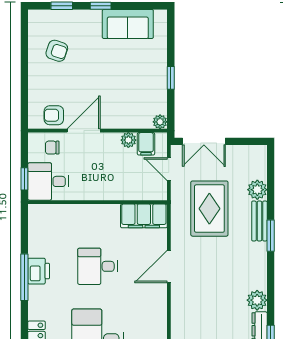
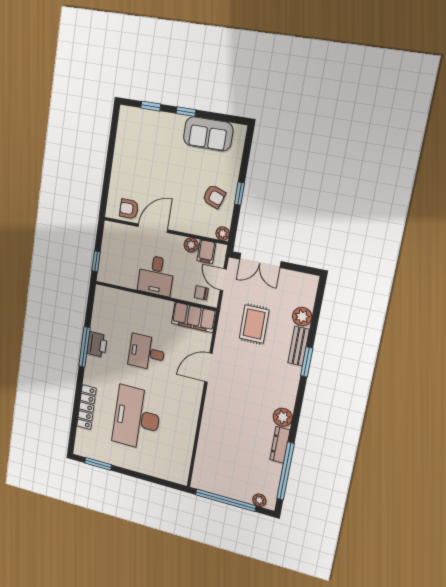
armchair: (57, 51) -> (214, 197), moved
chair: (52, 148) -> (201, 293), moved
desk: (48, 181) -> (156, 275), moved, turned -90
rug: (209, 209) -> (254, 324), width x0.73, depth x0.70

